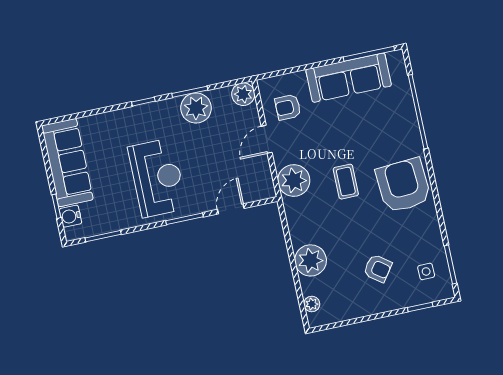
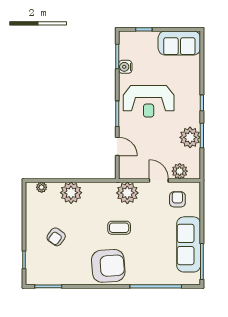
plant: (243, 94) -> (180, 171), moved
sofa: (67, 163) -> (179, 43), width x0.73
water cooler: (71, 216) -> (125, 67), moved, turned -90
side table: (426, 271) -> (47, 269), removed

